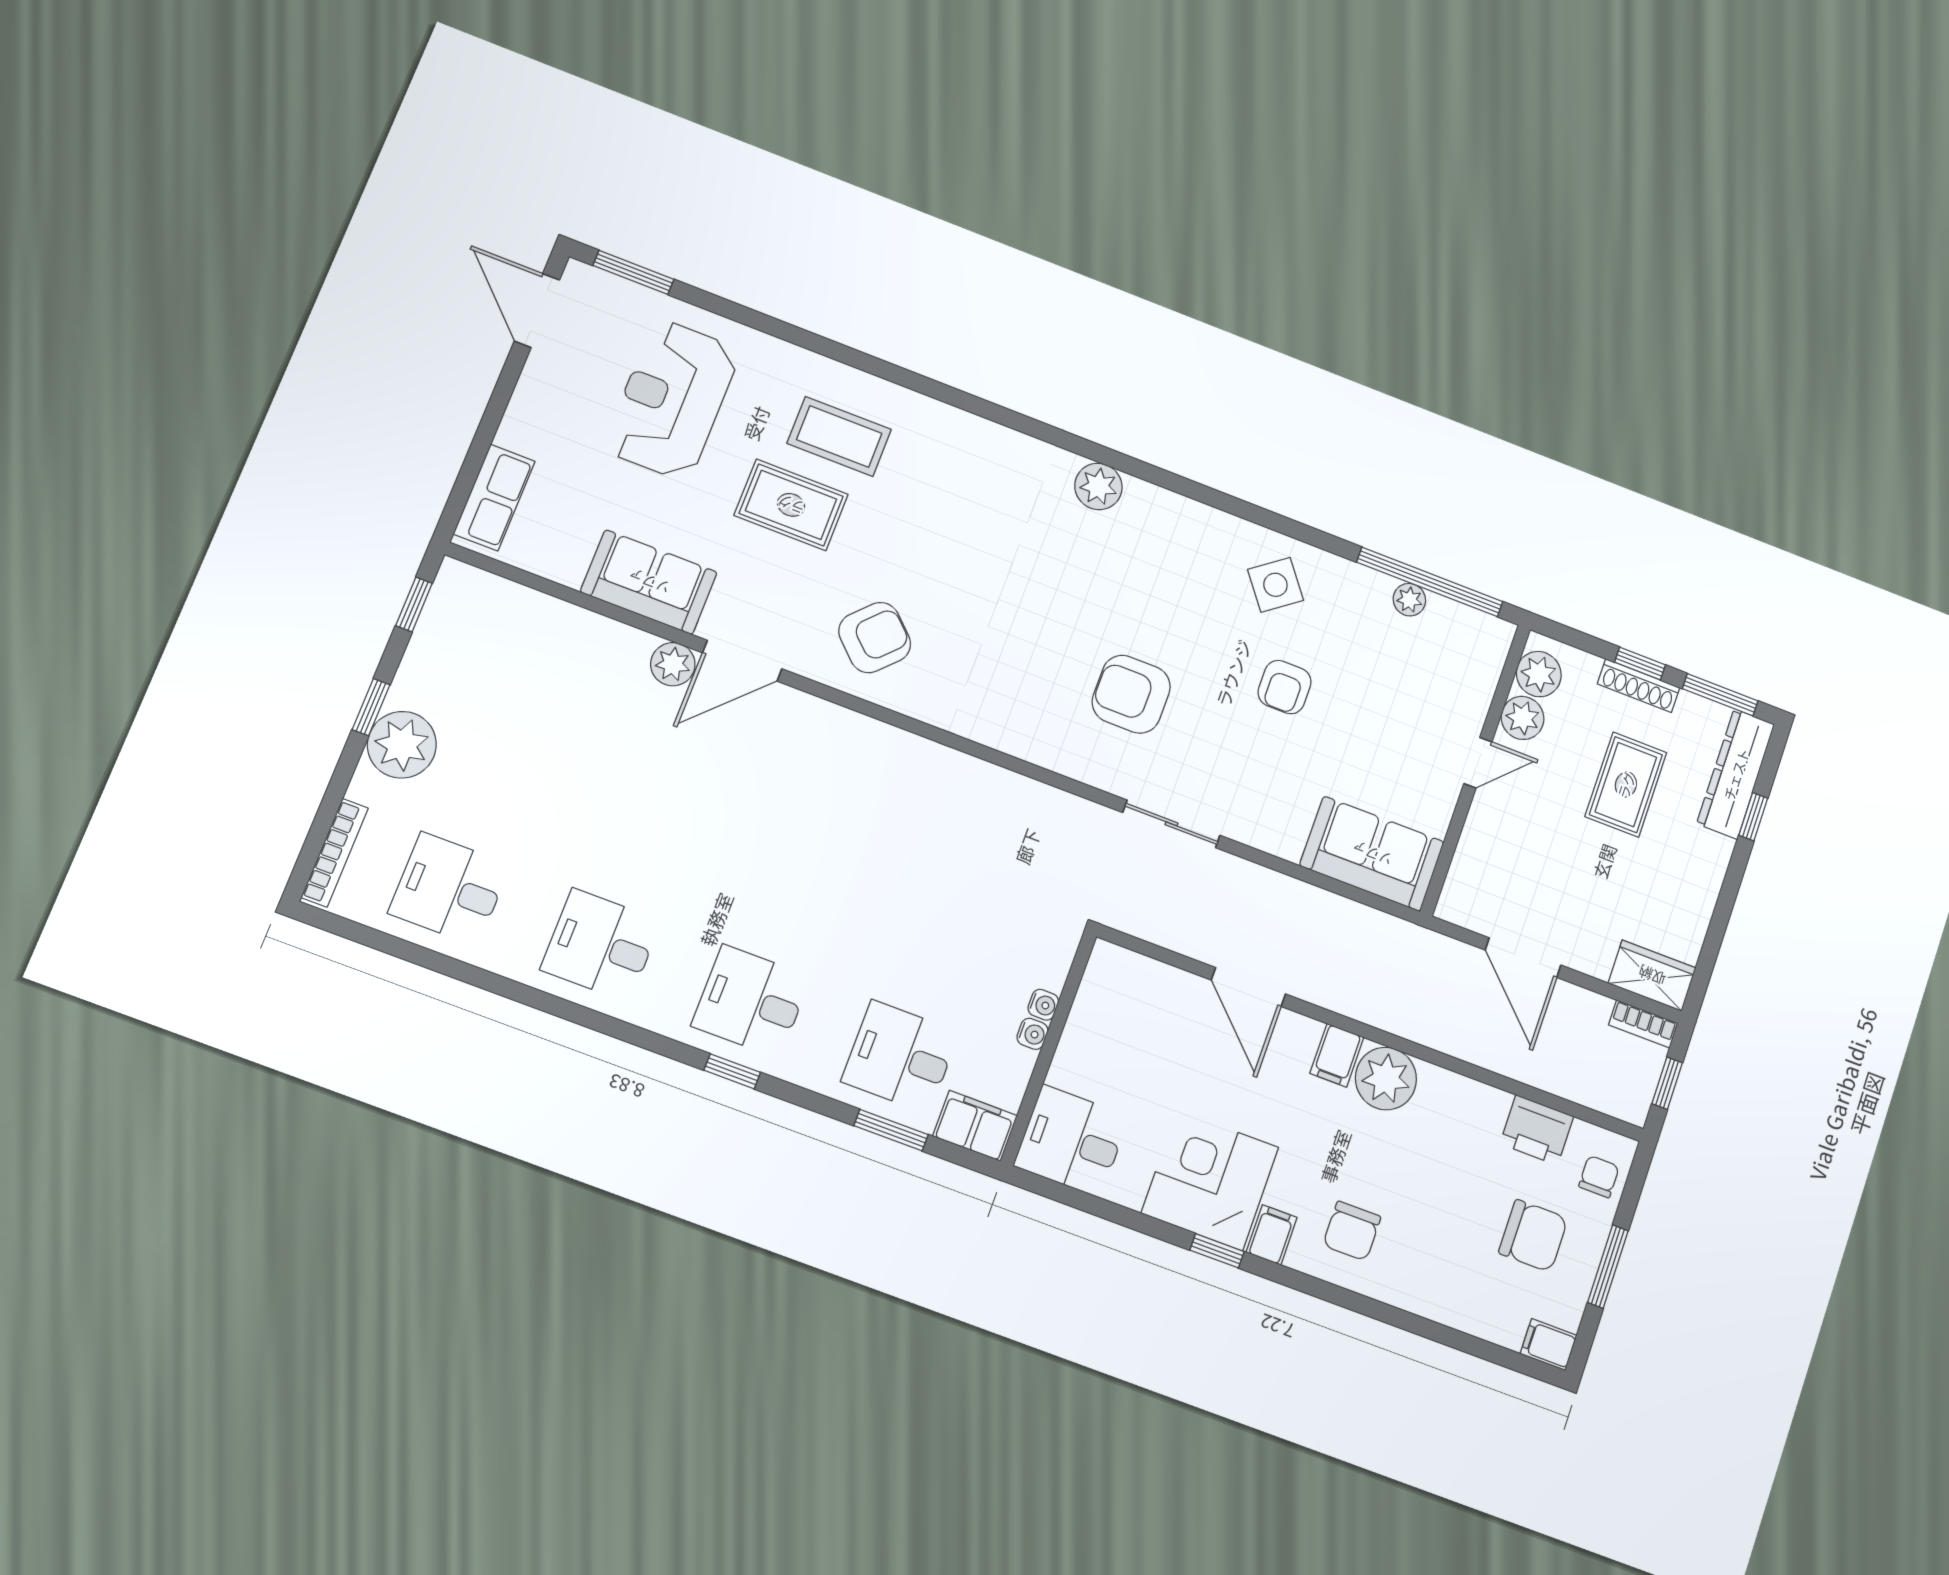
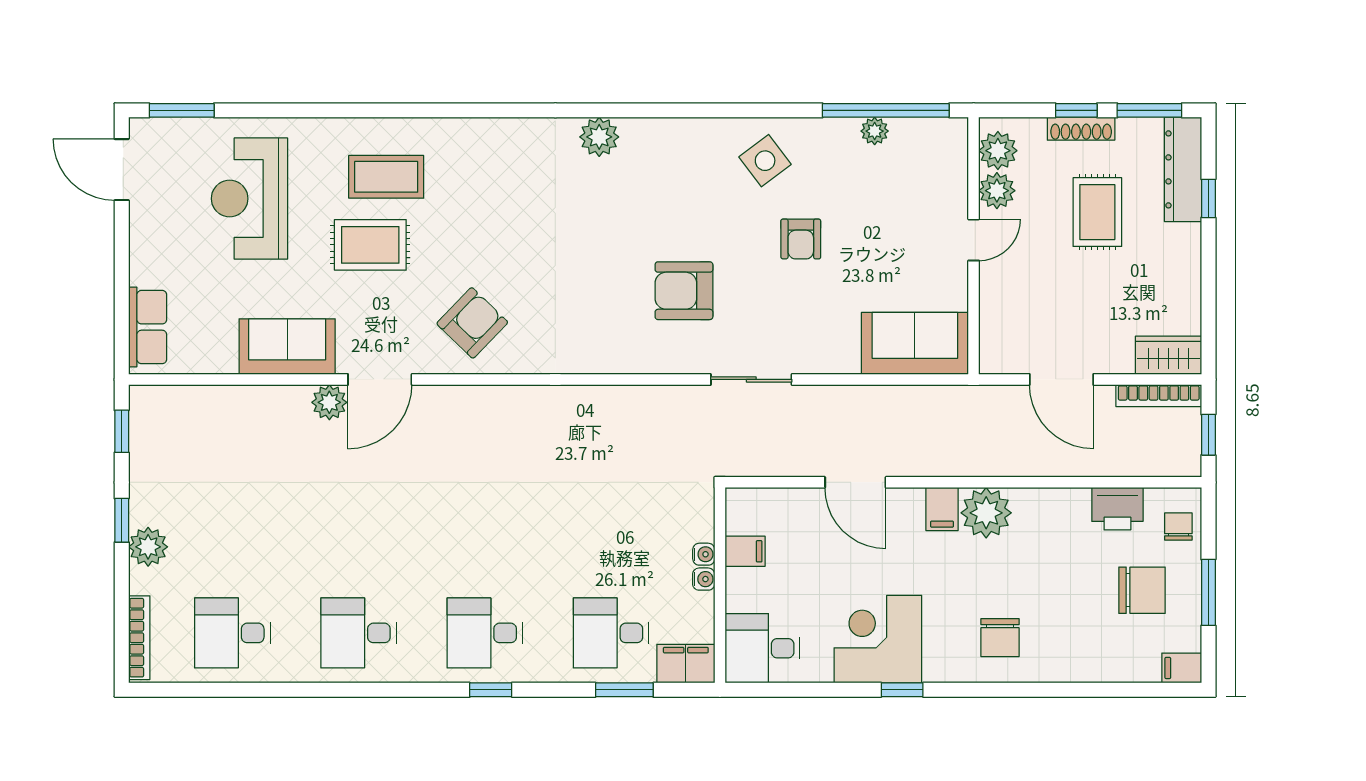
plant: (402, 745) -> (148, 547), width x0.73, depth x0.73
bookcase: (1643, 1024) -> (1159, 396), width x1.56
filing cabinet: (1272, 1235) -> (745, 551), moved, turned 90

